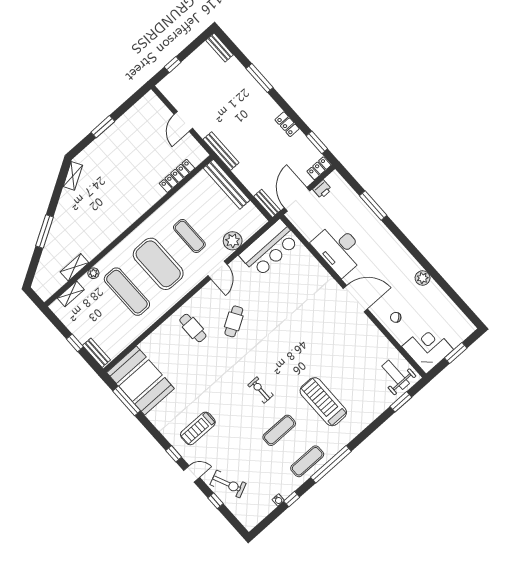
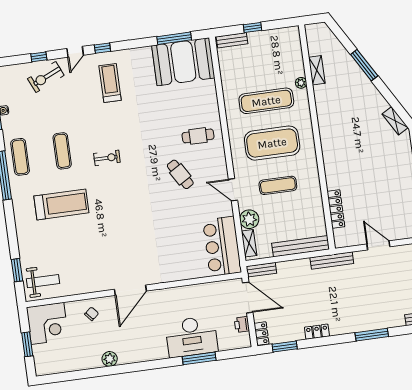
desk: (339, 249) -> (191, 337), moved, turned 180
shelving: (71, 294) -> (249, 243), moved

